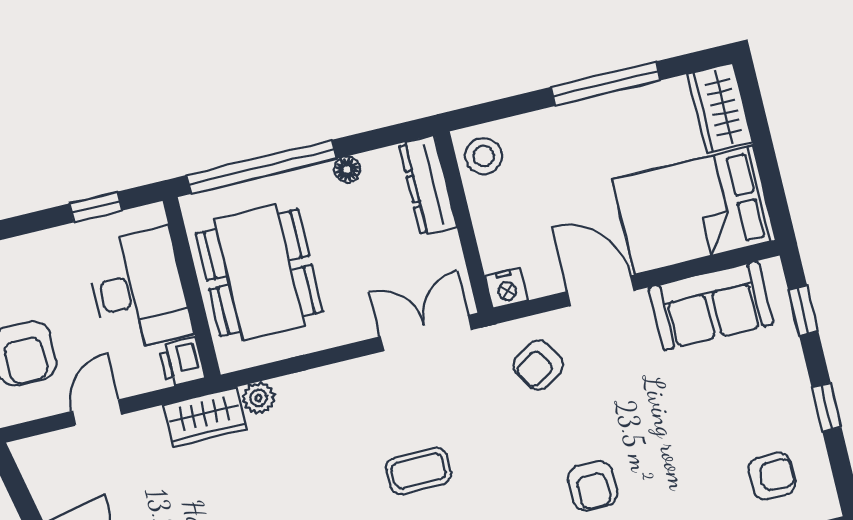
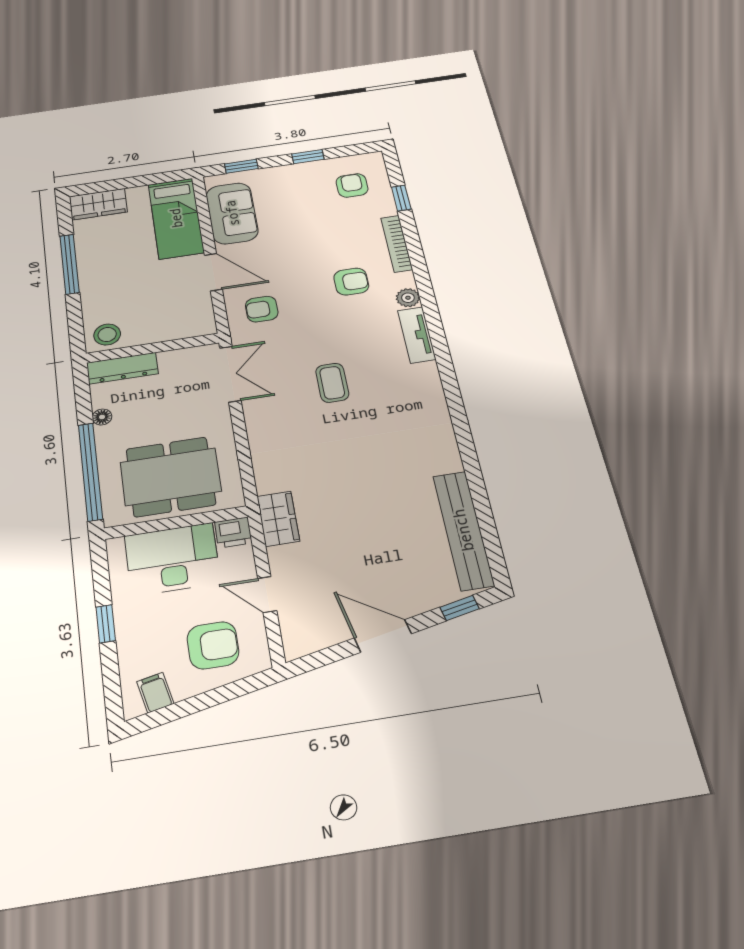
window: (96, 207) -> (106, 624), moved
bed: (694, 210) -> (176, 218), width x0.67
nightstand: (507, 288) -> (204, 325), removed
door: (601, 291) -> (213, 272), swing flipped
double door: (426, 333) -> (230, 374), swing flipped
armchair: (538, 365) -> (262, 309), turned 122
plant: (259, 398) -> (267, 482), removed

